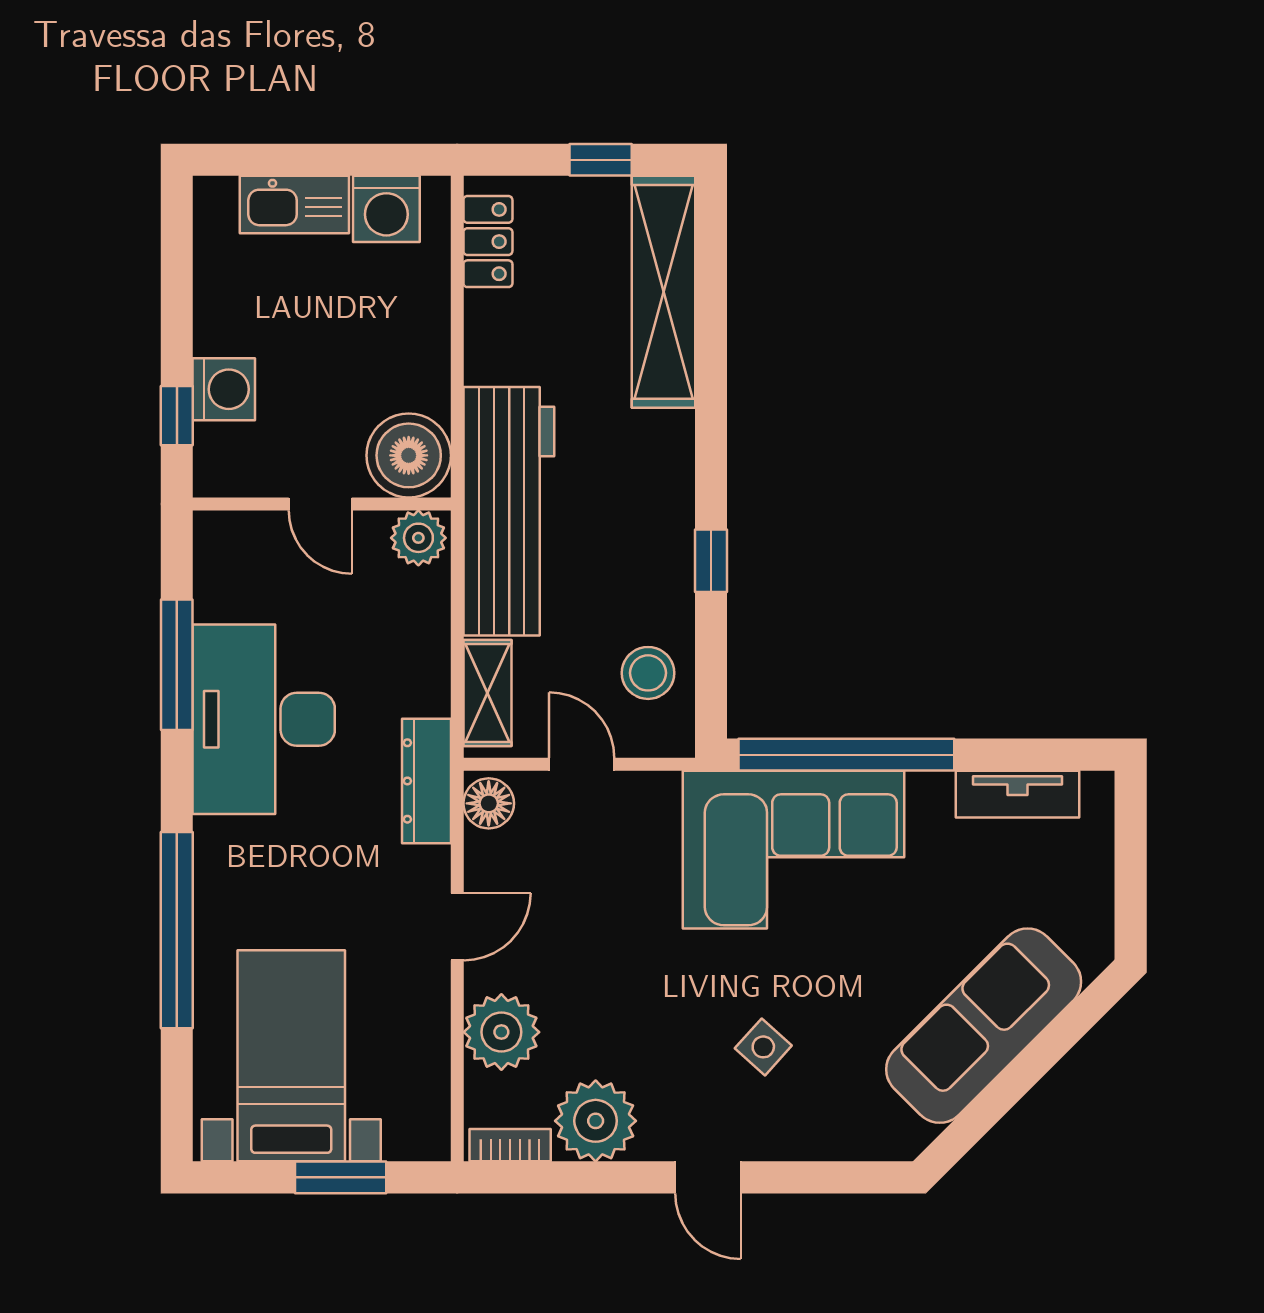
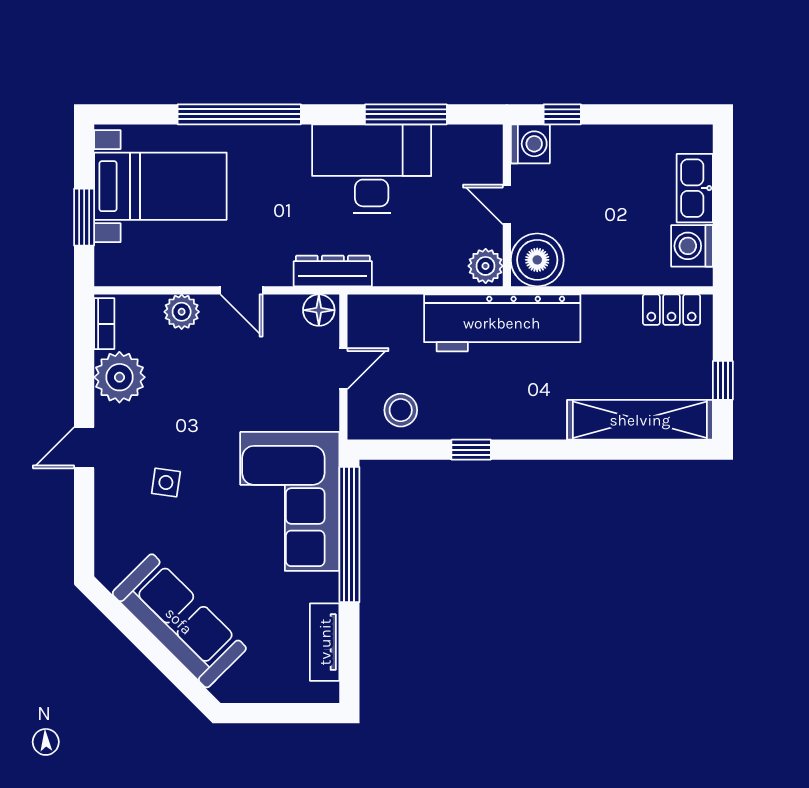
washing machine: (224, 389) -> (530, 144), moved, turned -90
door: (320, 504) -> (507, 204), hinge flipped
shelving: (487, 693) -> (388, 309), removed
plant: (501, 1032) -> (182, 312), width x0.73, depth x0.73
side table: (763, 1047) -> (166, 482), turned -34

